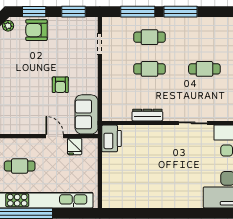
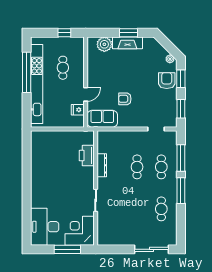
cafe table: (204, 69) -> (161, 209), moved
printer: (112, 138) -> (87, 156), moved, turned 90

